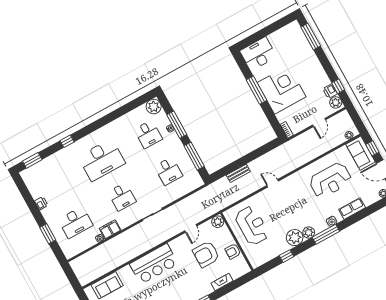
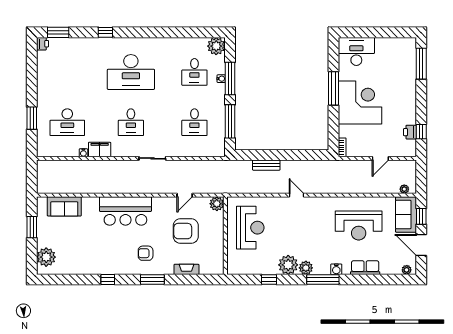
plant: (336, 102) -> (409, 147), removed
printer: (41, 203) -> (43, 44), moved
armchair: (233, 251) -> (146, 253), moved

